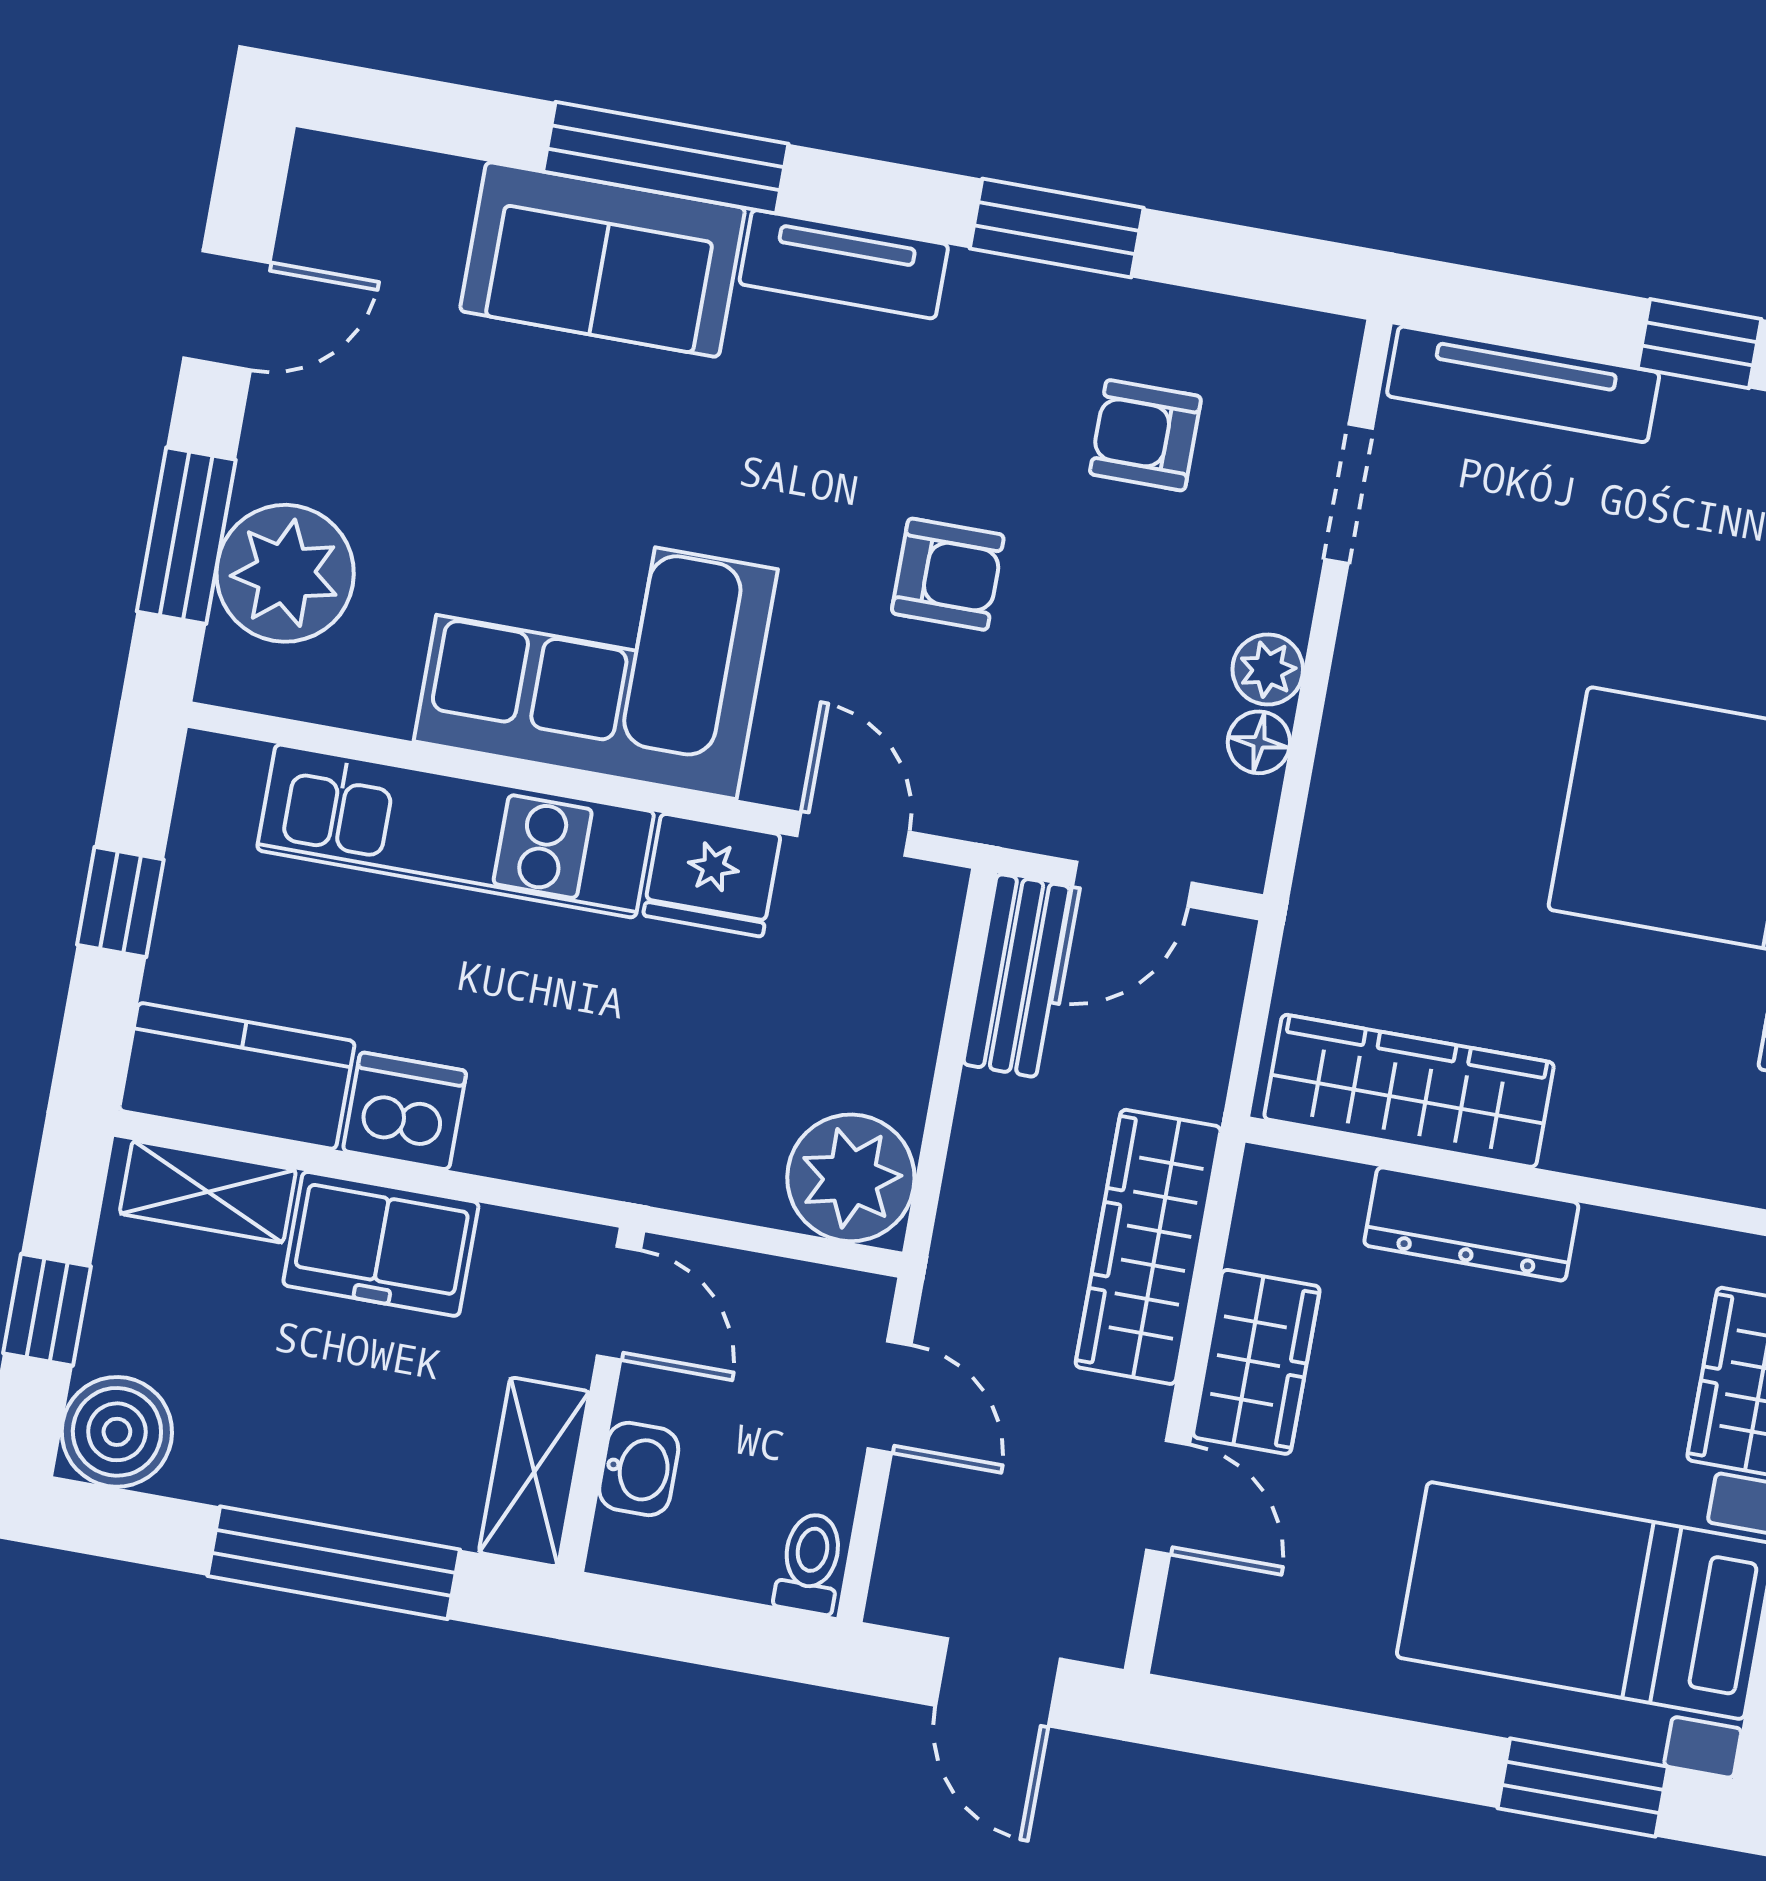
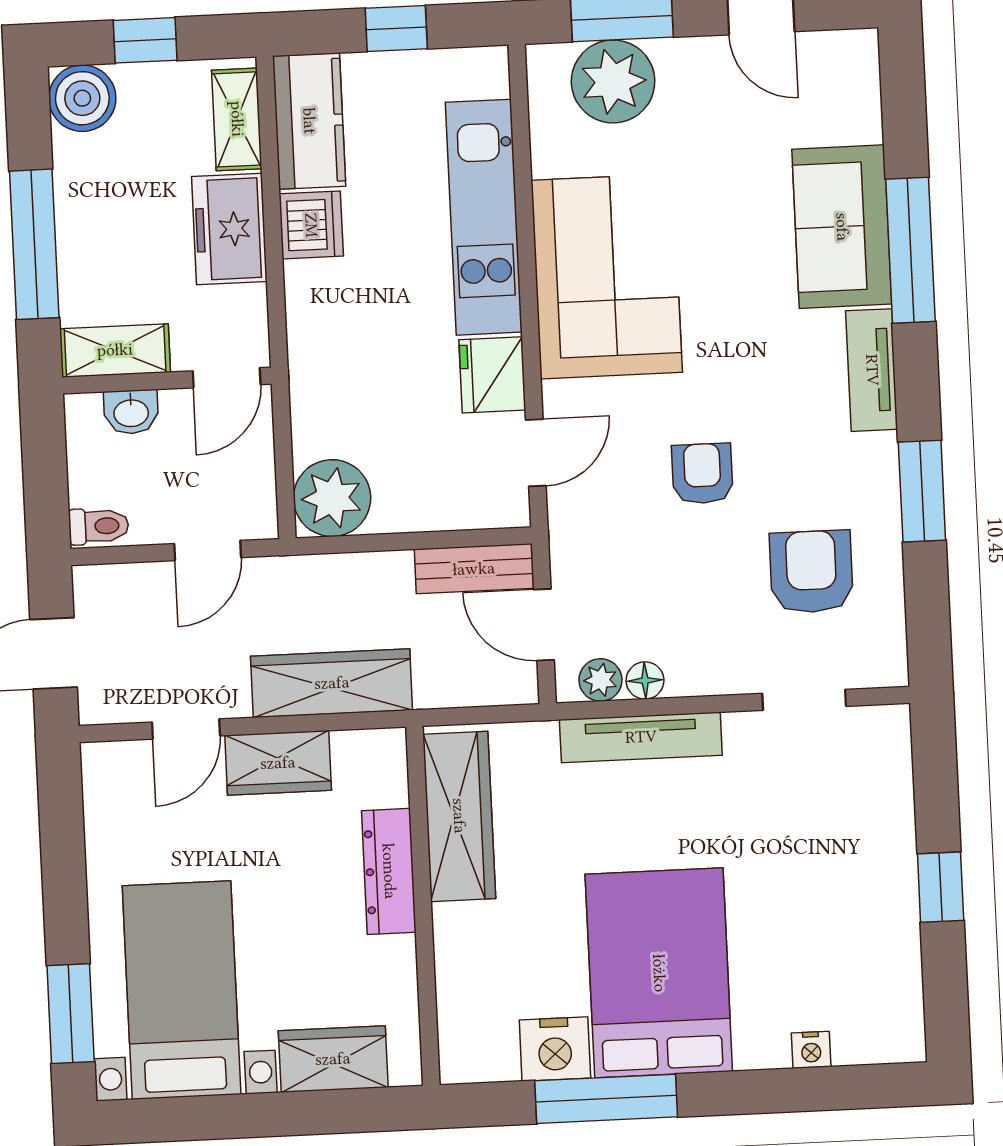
tv unit: (1523, 384) -> (641, 737), moved, turned -90
armchair: (1145, 435) -> (811, 572), width x1.38, depth x1.38
armchair: (948, 574) -> (702, 474), turned 180
plant: (1268, 669) -> (600, 680), moved

